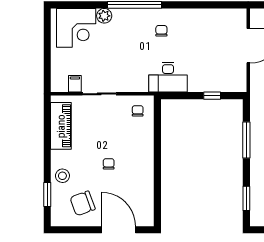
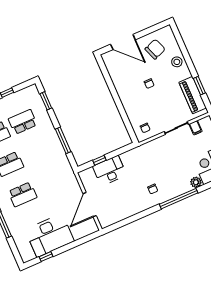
desk: (168, 77) -> (110, 171), moved
window: (47, 194) -> (199, 86), moved

